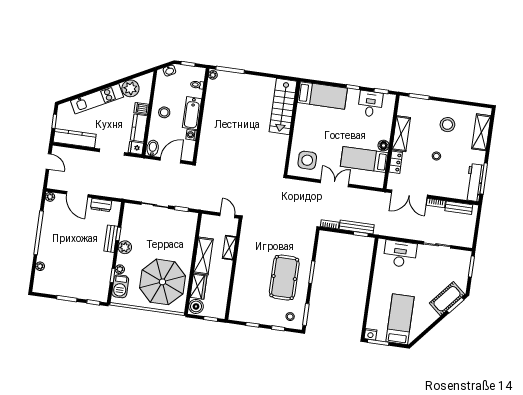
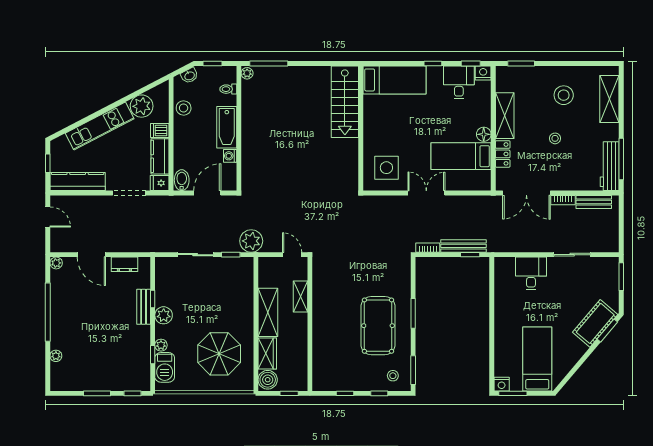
nightstand: (390, 100) -> (483, 73), added
stool: (164, 112) -> (184, 108), moved
plant: (198, 201) -> (251, 241), added
desk: (400, 254) -> (531, 273), width x0.73
parasol: (162, 282) -> (219, 354), width x0.73, depth x0.73

